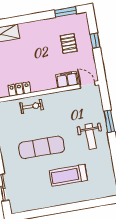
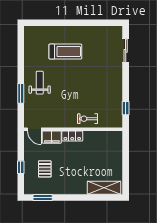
locker: (19, 89) -> (72, 136), moved
exercise mat: (42, 147) -> (85, 81), removed

